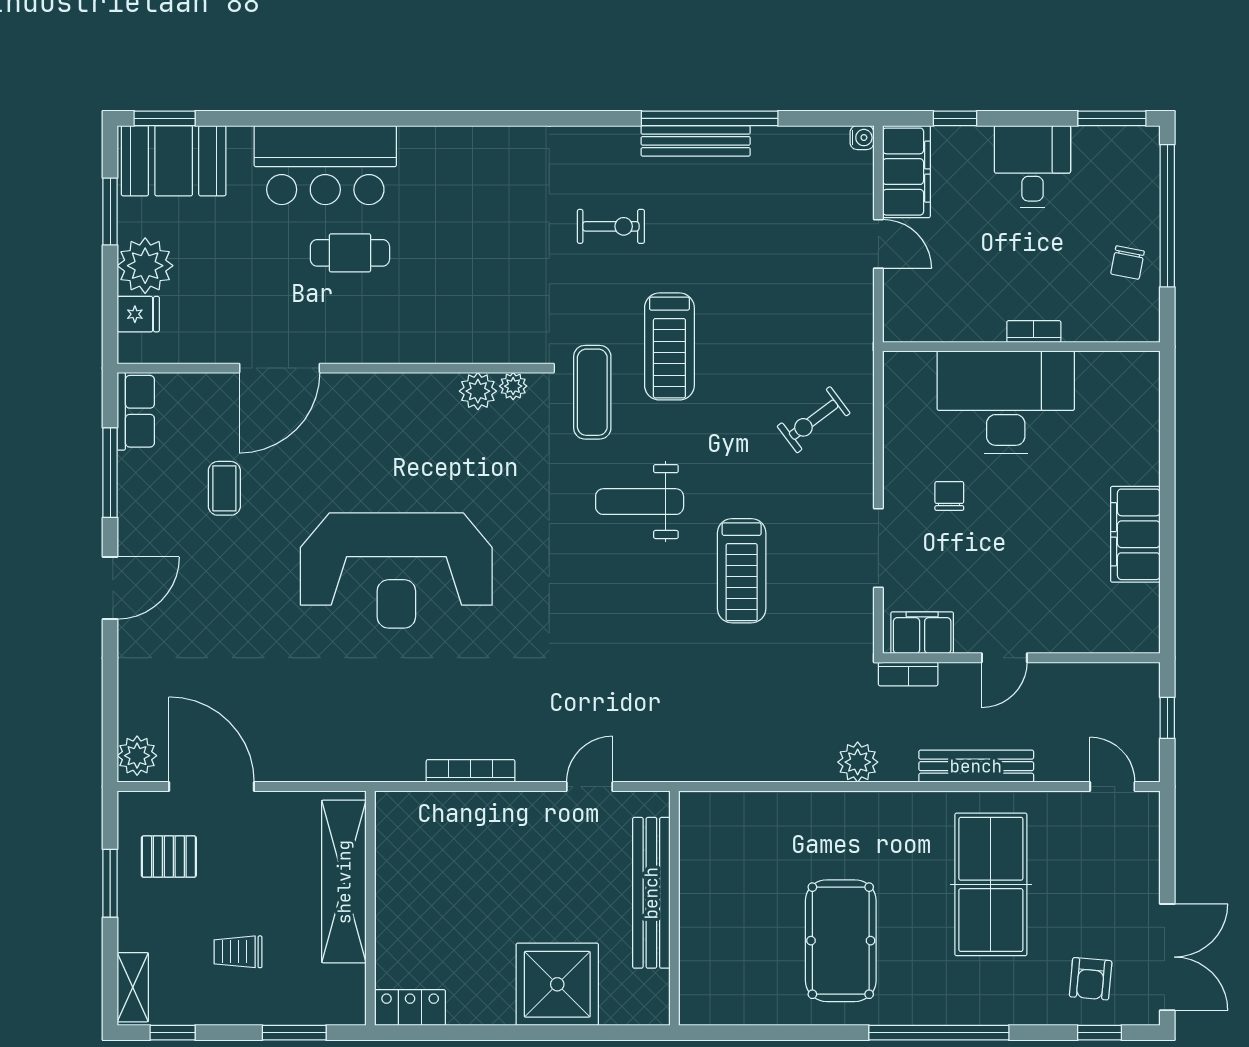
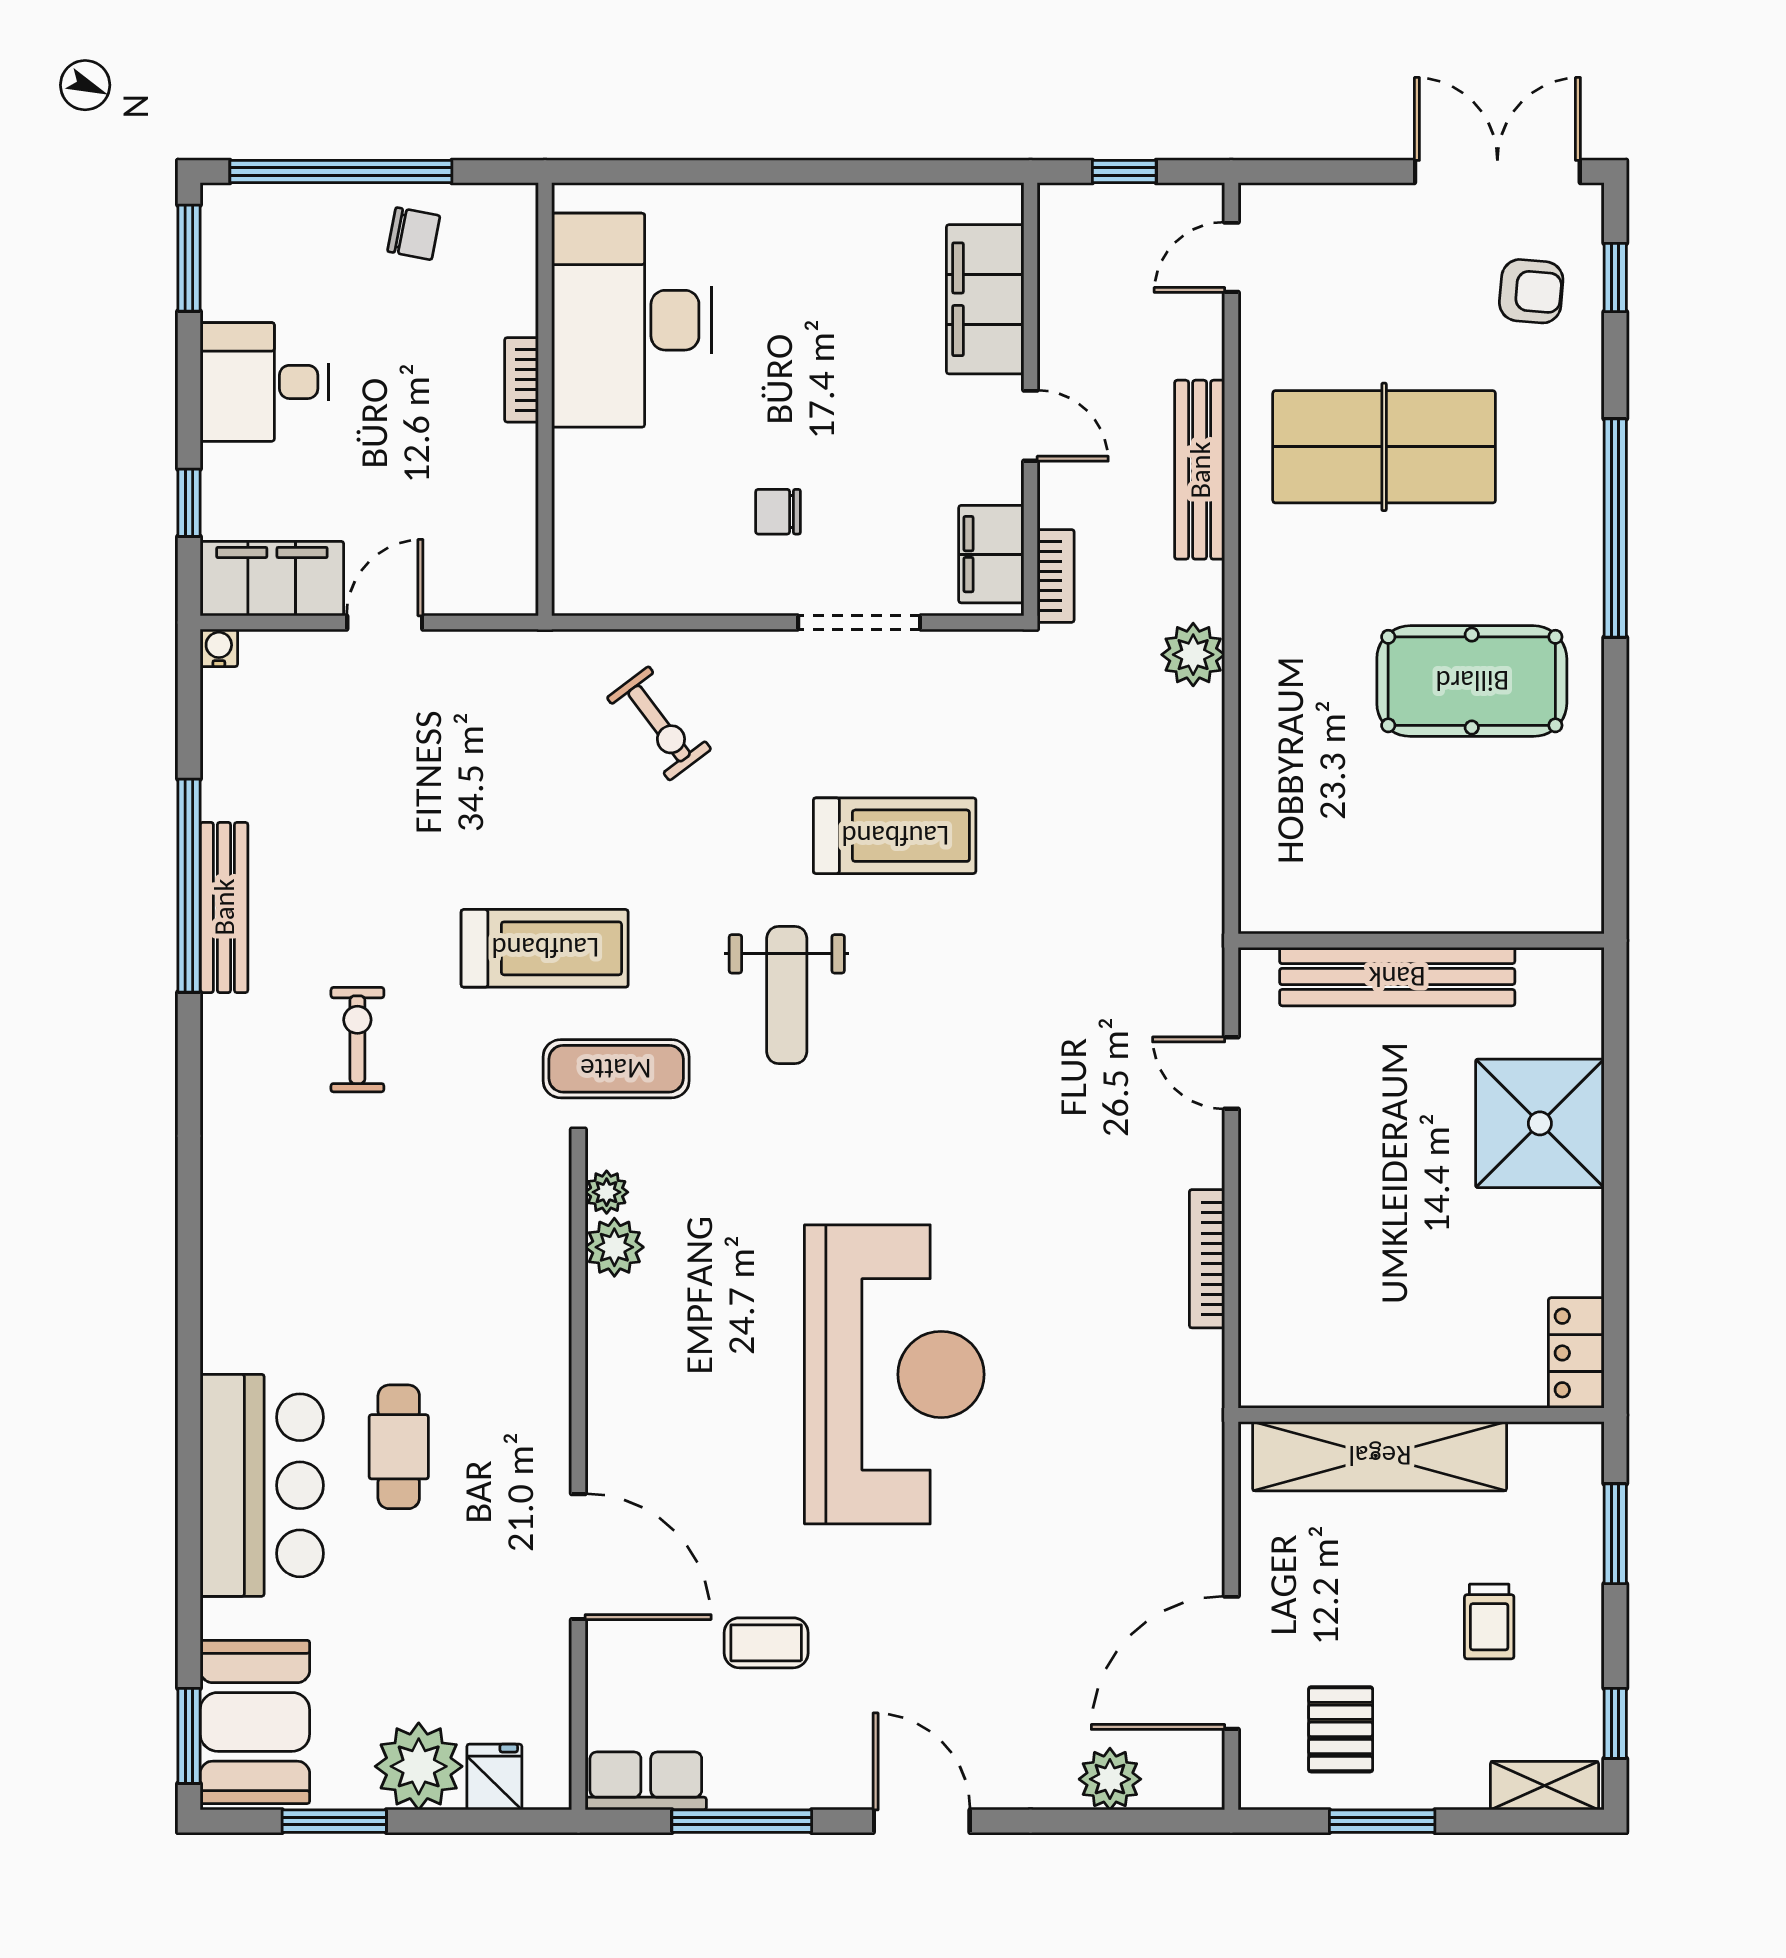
desk: (1006, 402) -> (632, 320), moved
filing cabinet: (1135, 534) -> (985, 299), moved, turned 90
plant: (137, 756) -> (1110, 1779), moved

